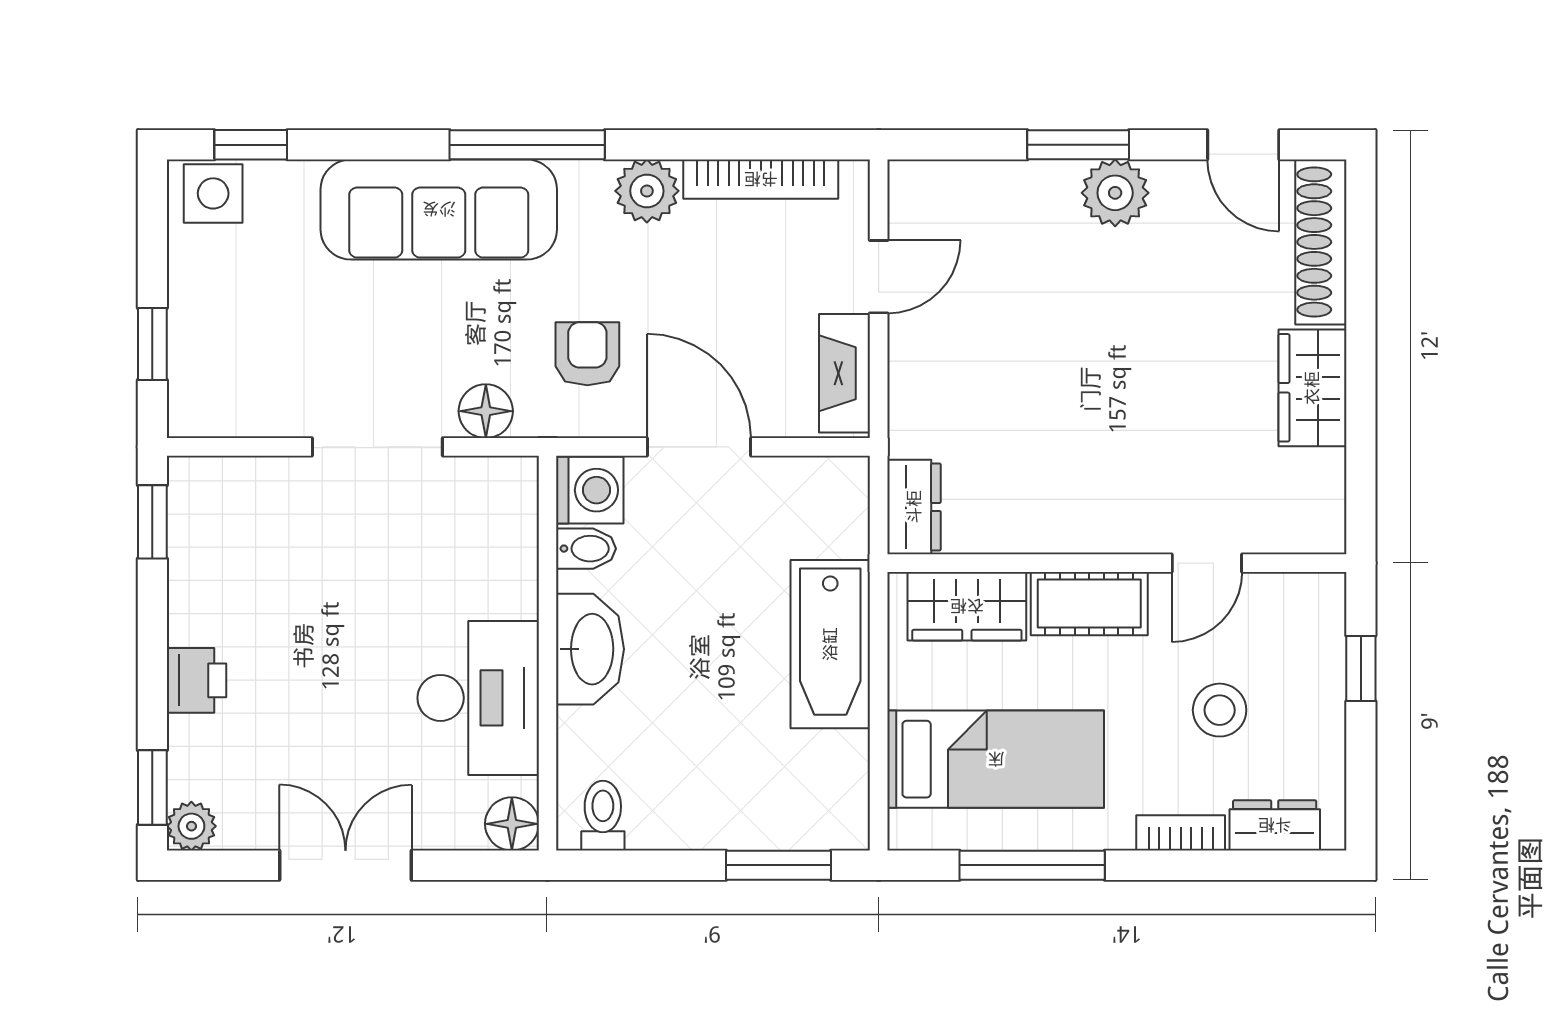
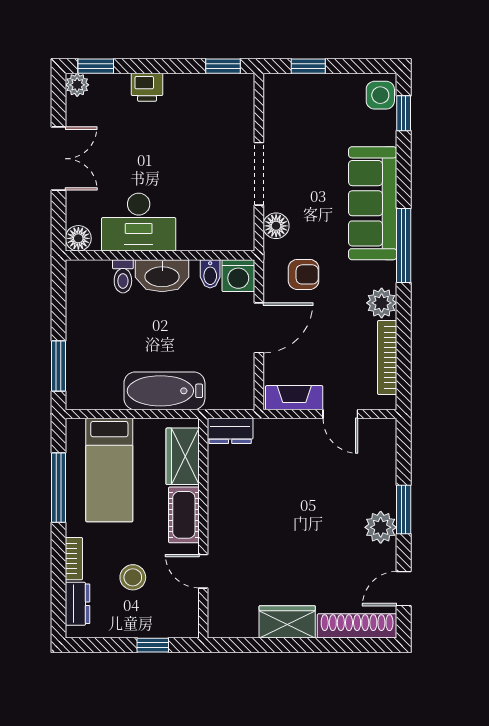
toilet: (603, 816) -> (123, 276), moved, turned 90

